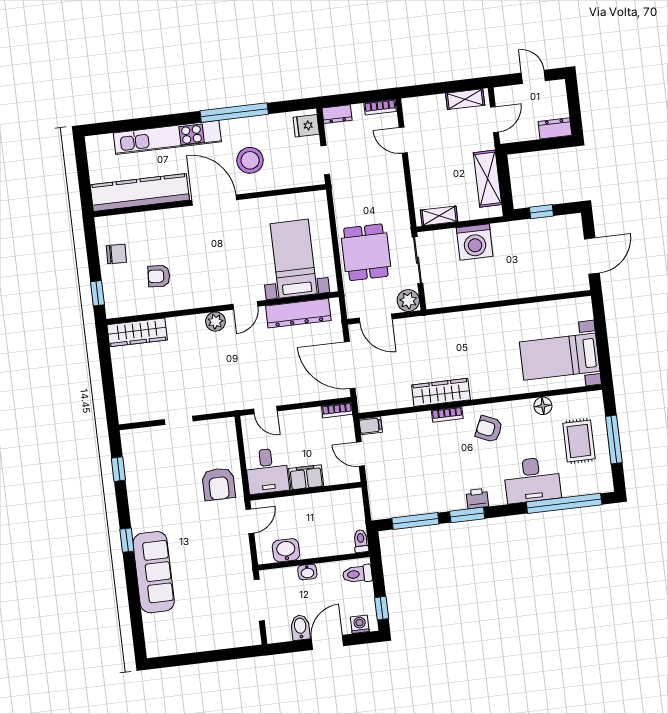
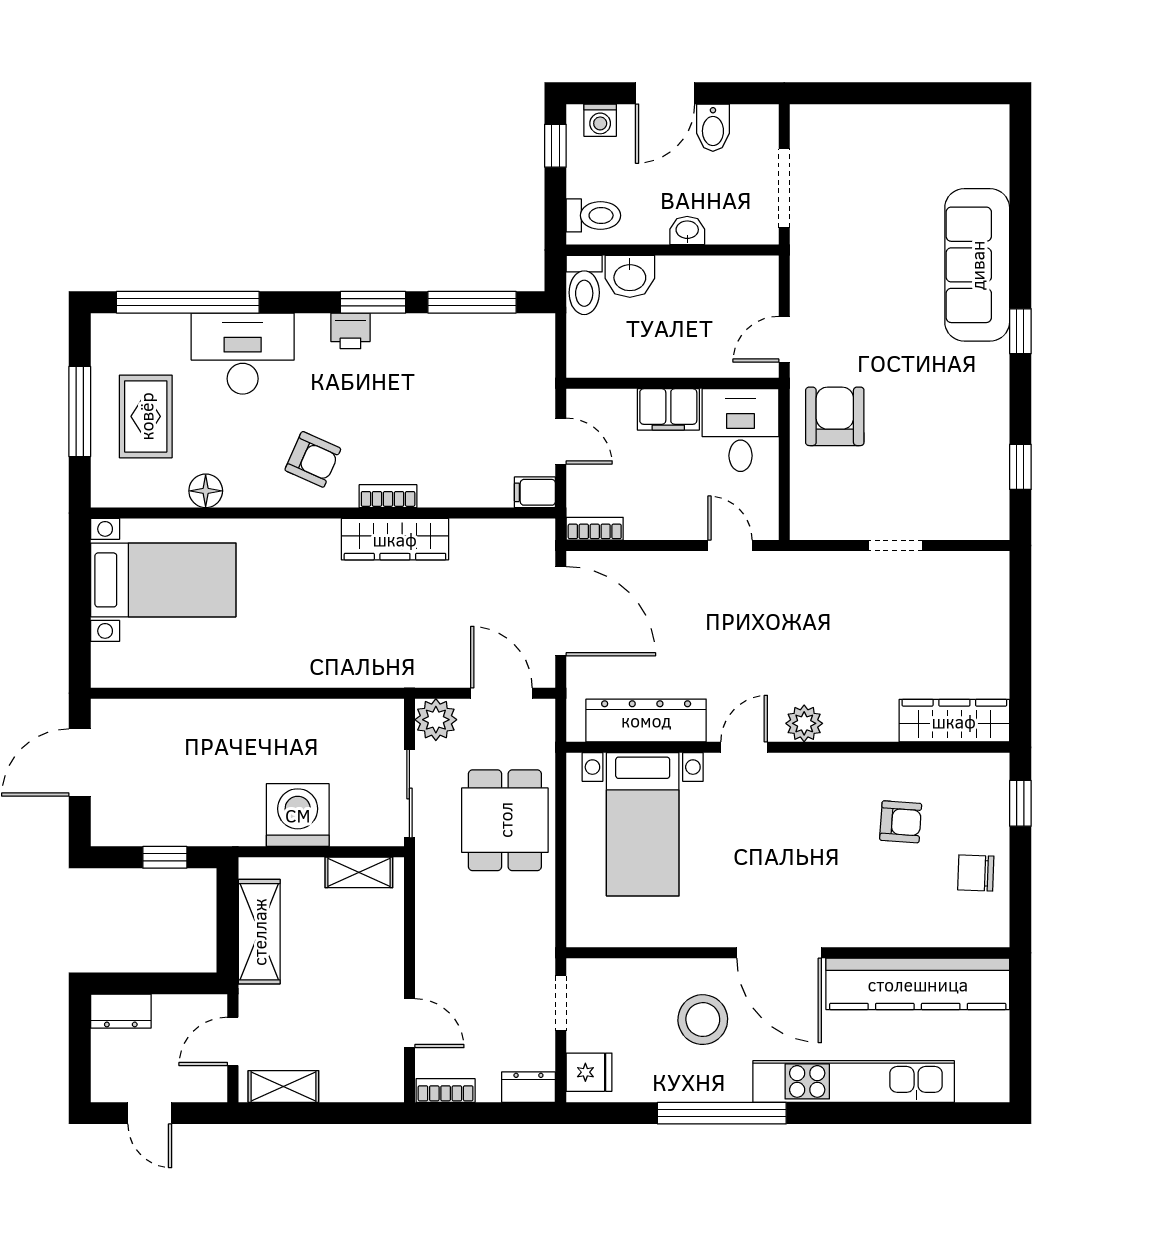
toilet: (361, 541) -> (584, 285), width x1.37, depth x1.39
washbasin: (286, 550) -> (630, 276), moved

